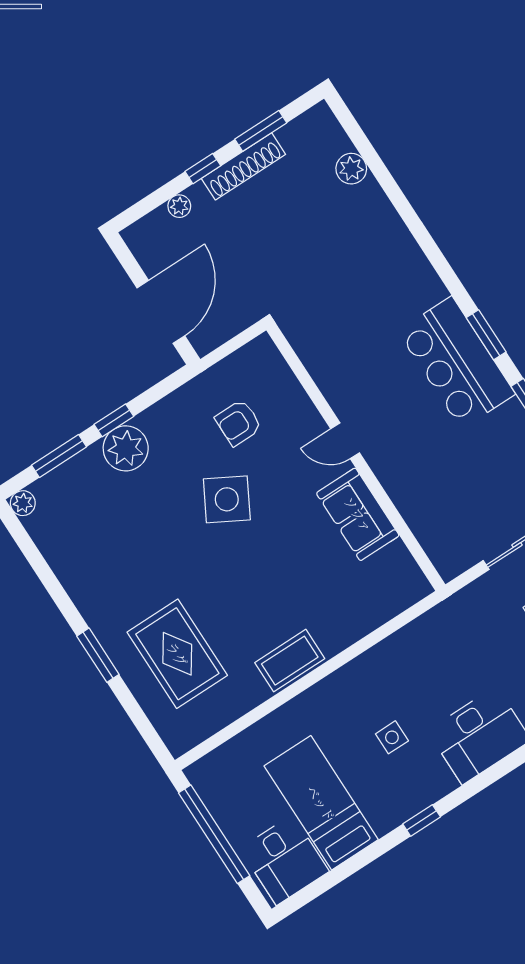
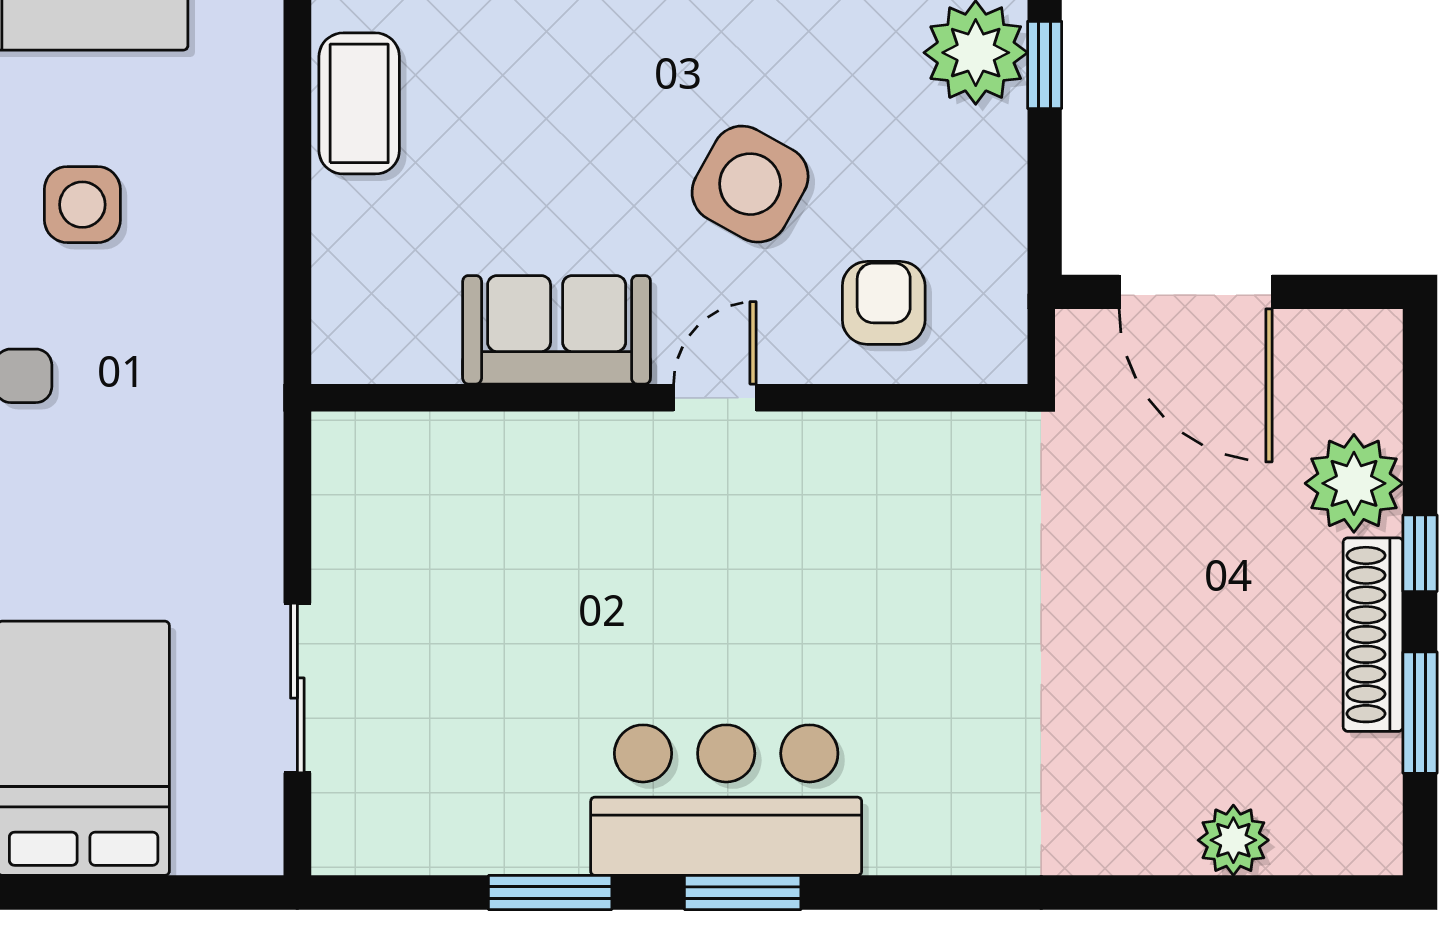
plant: (179, 206) -> (1354, 483), width x1.88, depth x1.88
door: (345, 441) -> (715, 398), moved
wall: (356, 457) -> (669, 398), moved
sofa: (358, 514) -> (557, 330), moved
side table: (392, 737) -> (82, 205), width x1.37, depth x1.37

